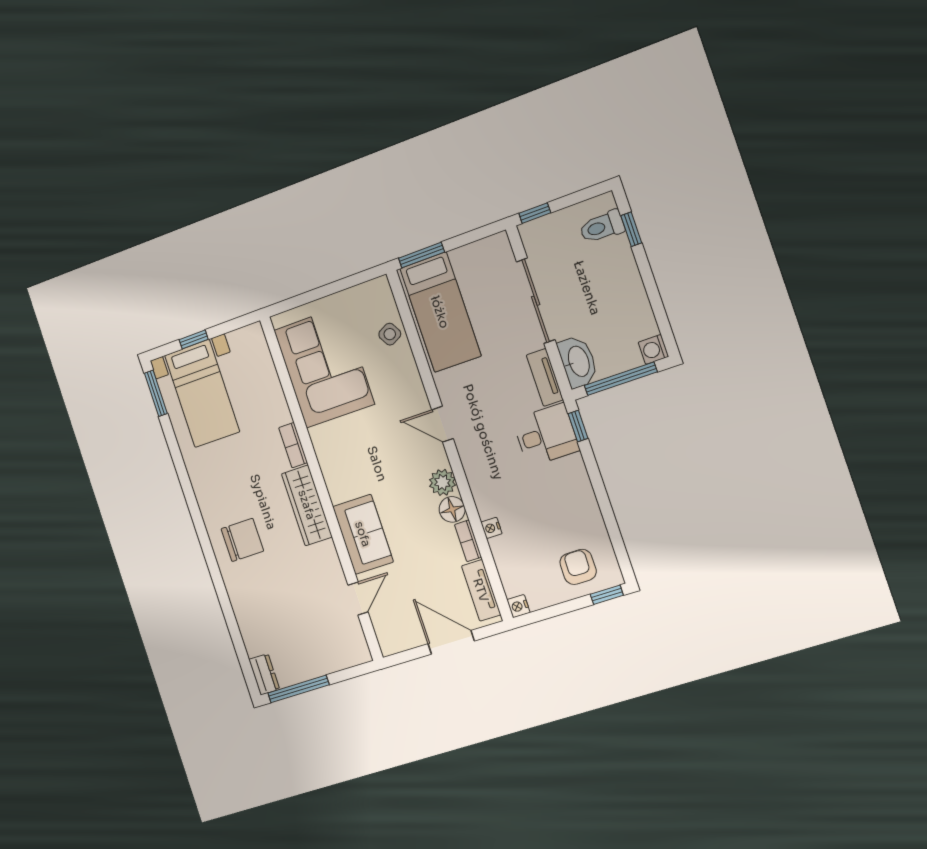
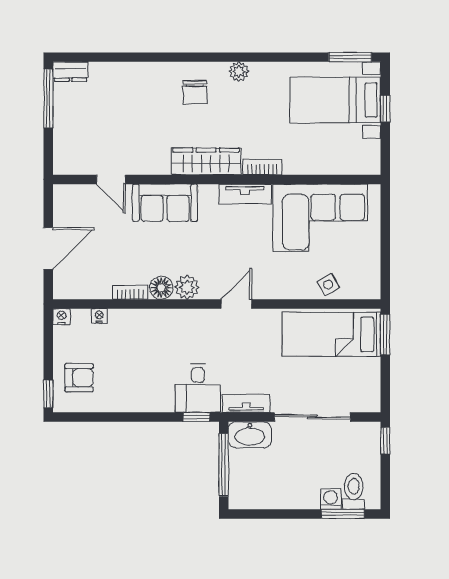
window: (631, 229) -> (343, 514), width x1.50
washing machine: (653, 349) -> (331, 499), moved
plant: (207, 502) -> (239, 72), added
nightstand: (491, 528) -> (99, 316), moved
chair: (242, 540) -> (195, 92), width x0.73, depth x0.73
tv unit: (481, 590) -> (245, 194), moved, turned 180

